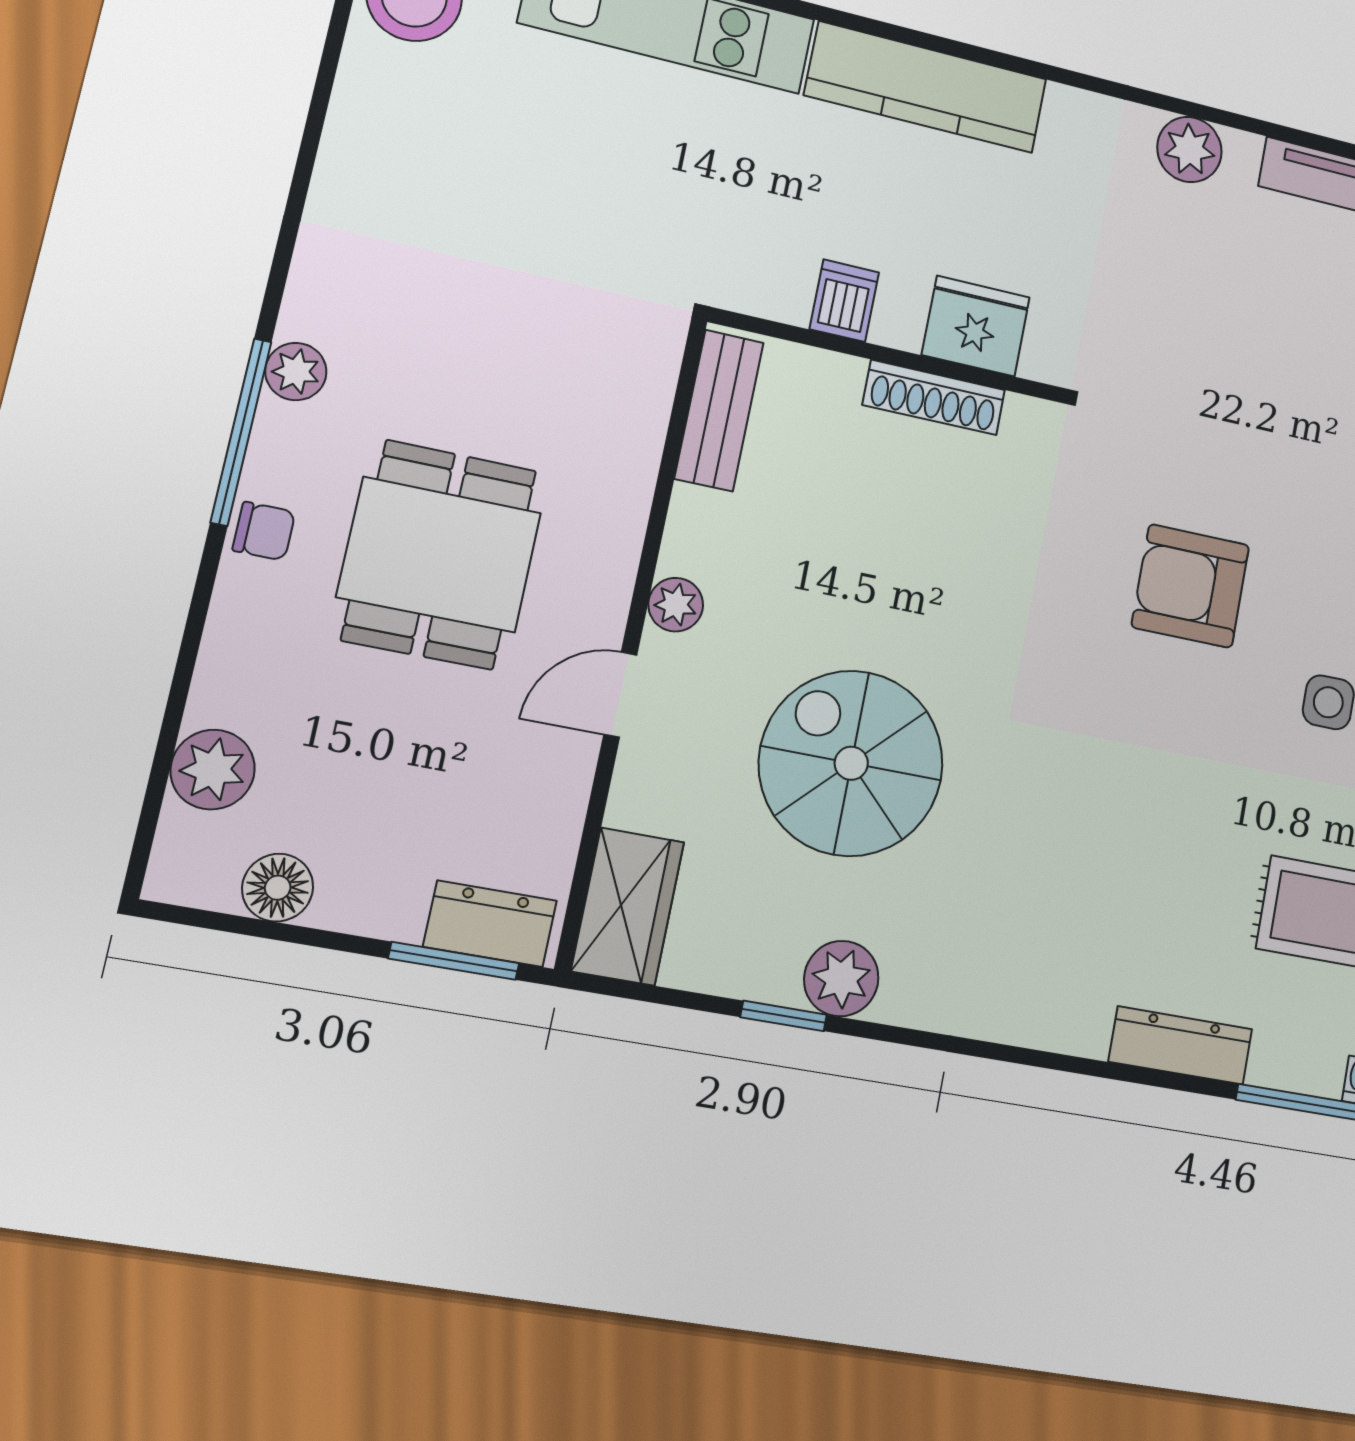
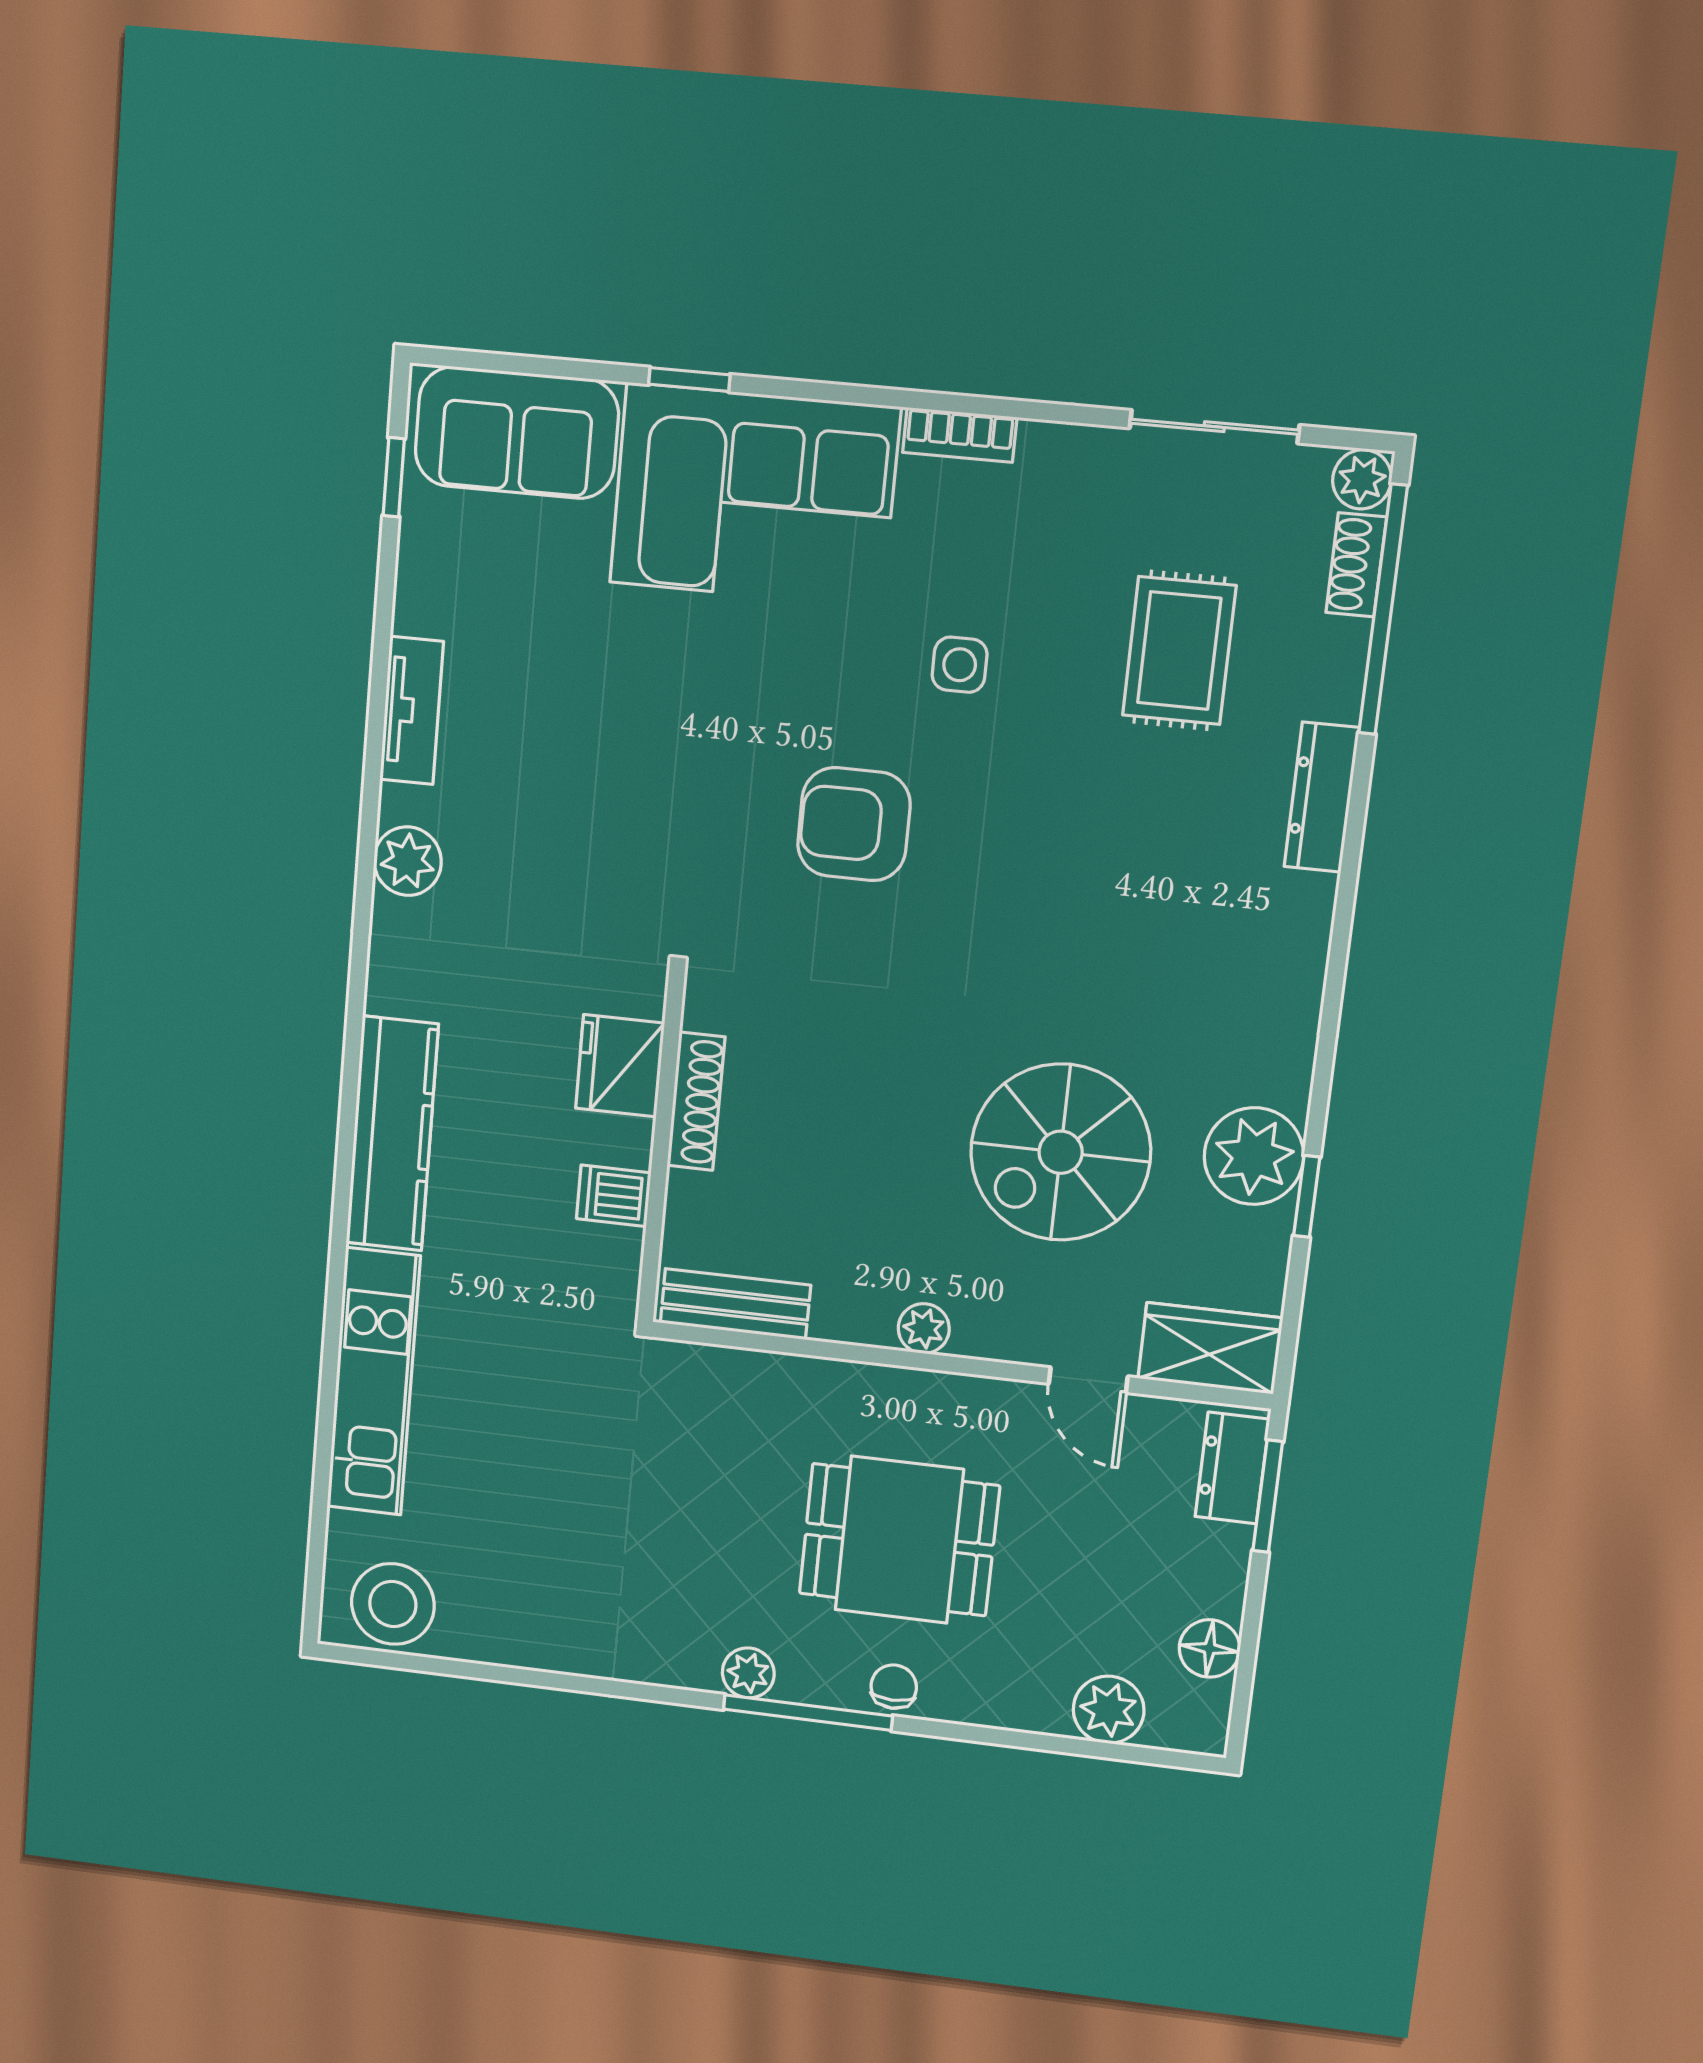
armchair: (1190, 586) -> (854, 824), turned 90
door: (620, 695) -> (1088, 1380), moved
plant: (841, 979) -> (1254, 1156), width x1.36, depth x1.36

